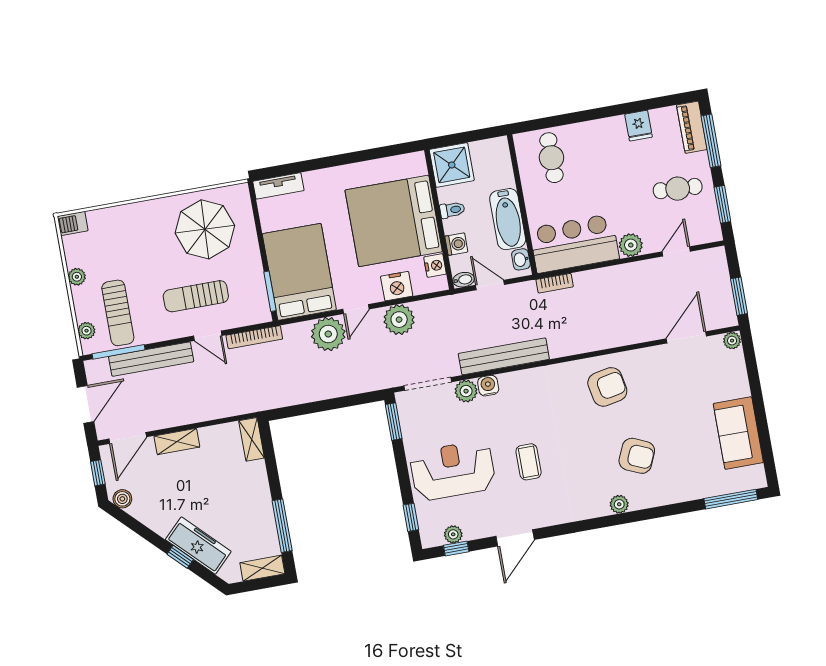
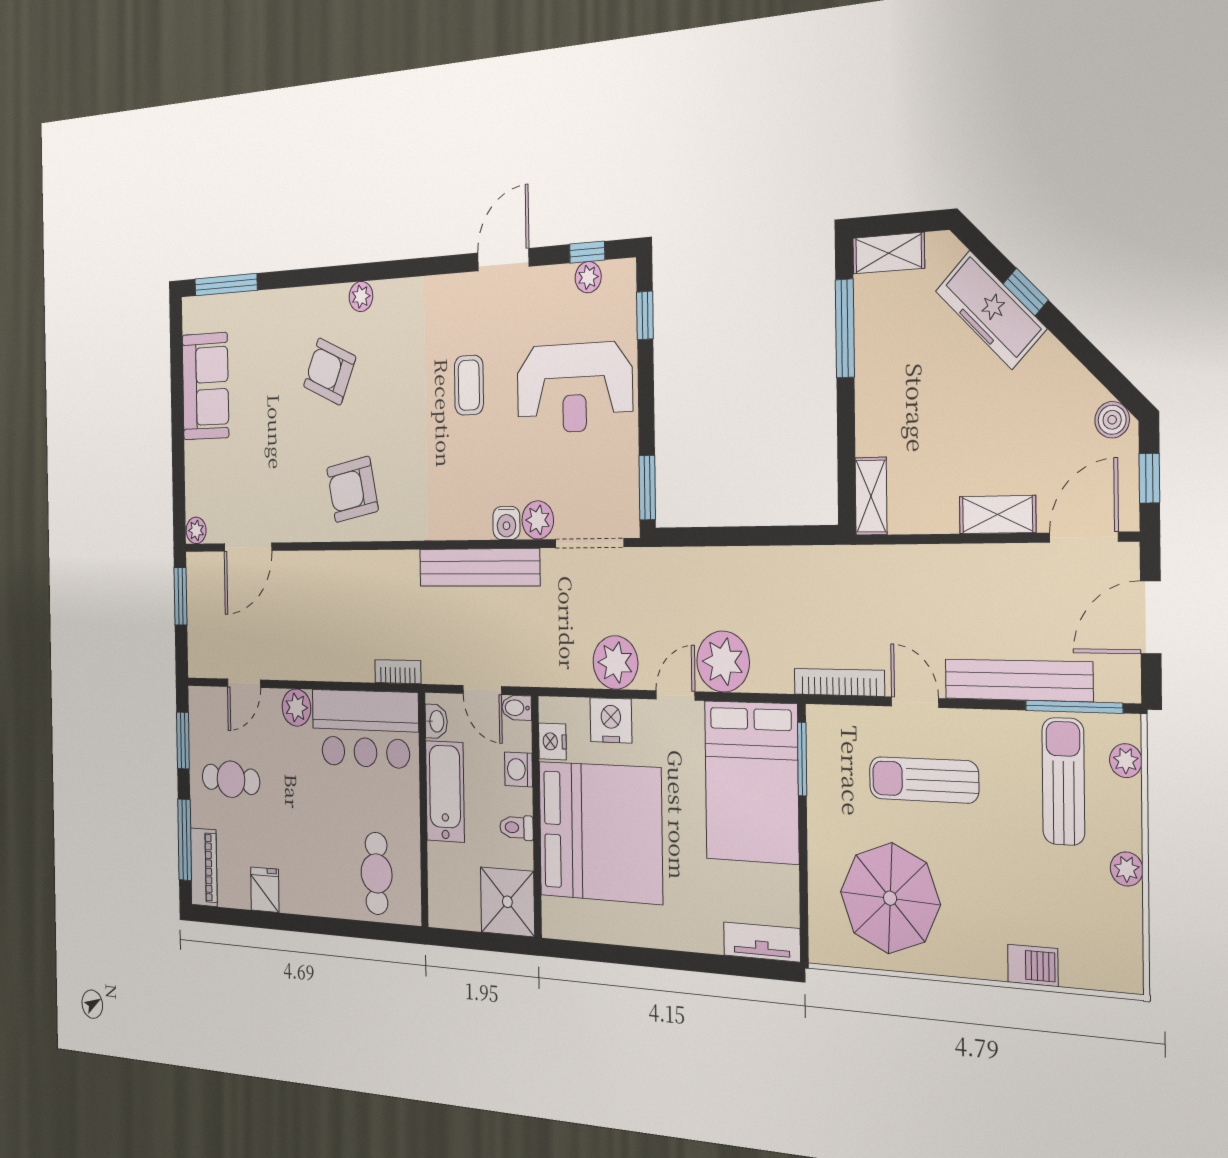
barbecue: (73, 224) -> (1033, 965), moved
sun lounger: (196, 296) -> (924, 780), turned 180

